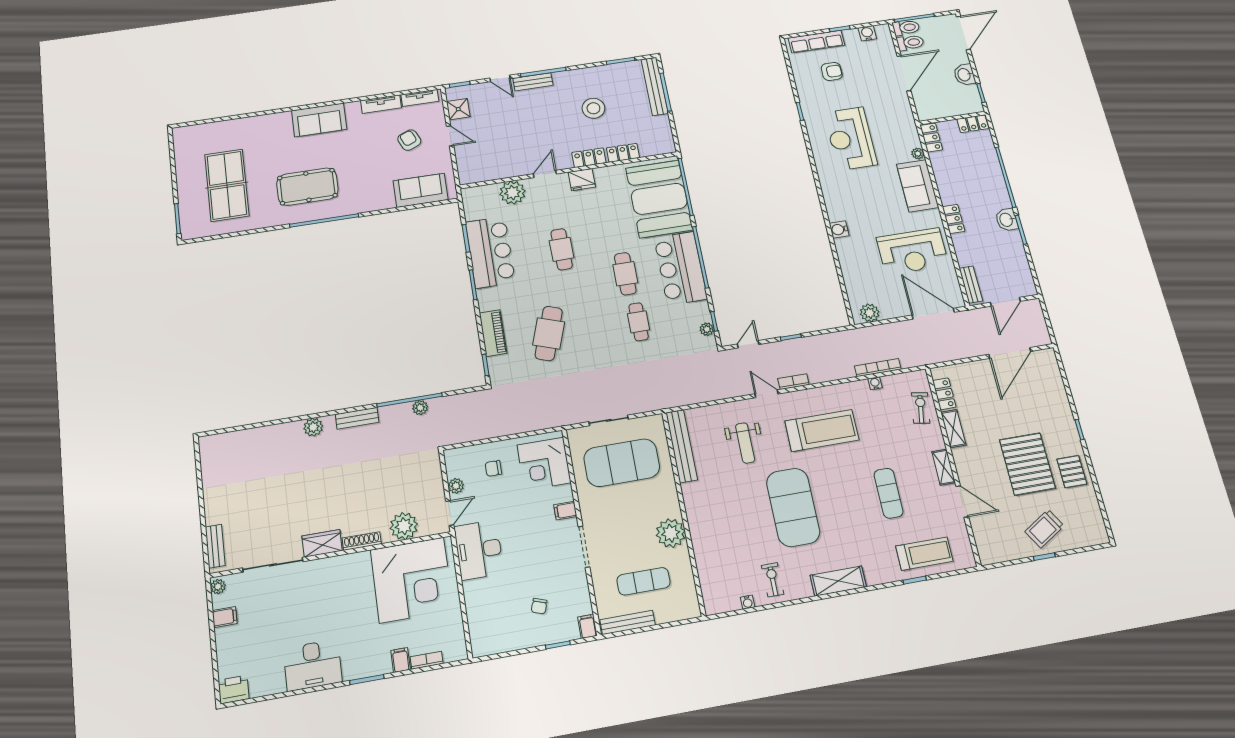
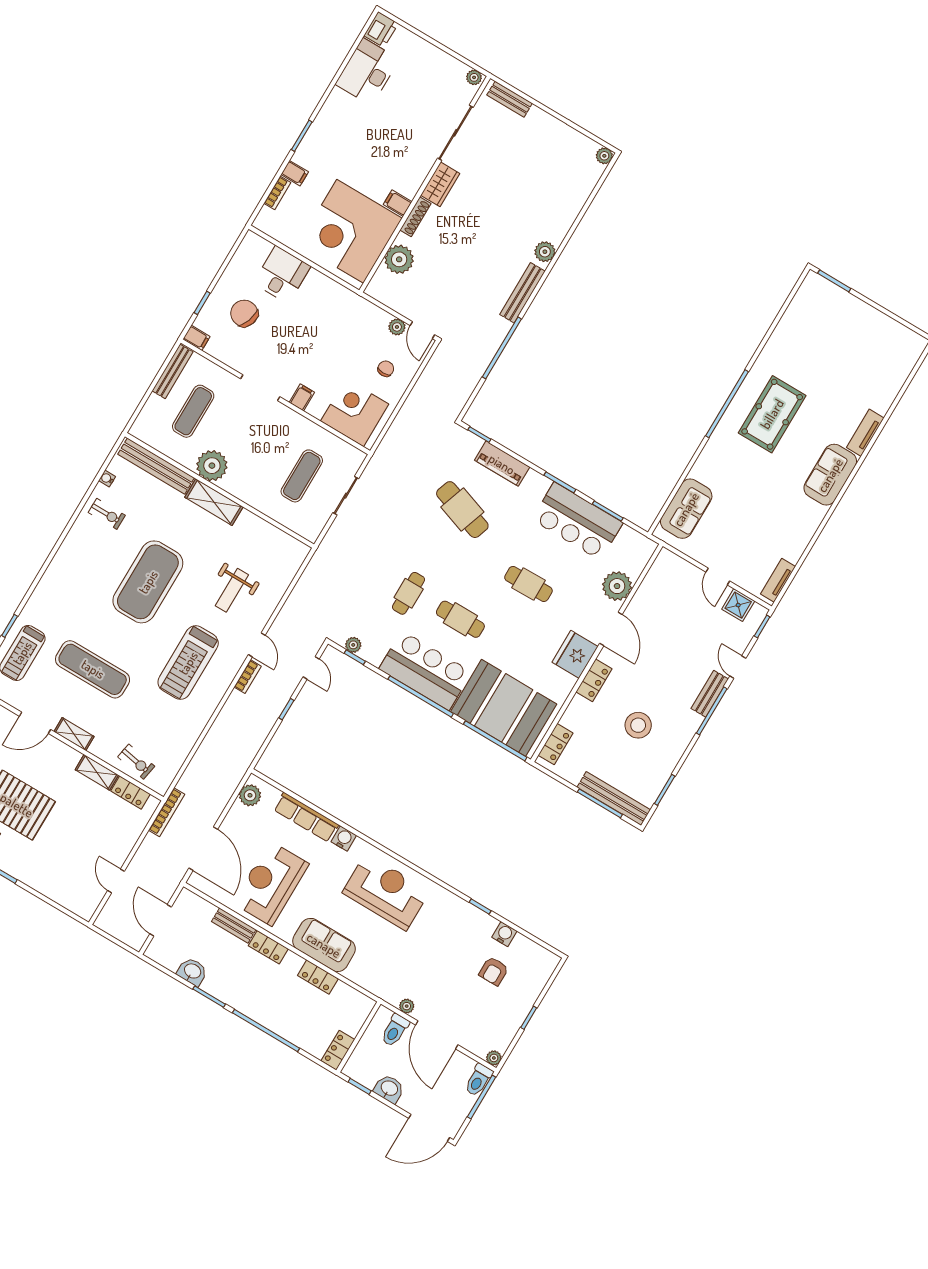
plant: (884, 29) -> (494, 1058), added
water cooler: (867, 33) -> (504, 934), moved, turned -90
door: (963, 33) -> (429, 1128), hinge flipped
row of seats: (816, 42) -> (306, 817), moved, turned -90
toilet: (910, 43) -> (395, 1030), moved
door: (500, 78) -> (738, 667), hinge flipped
tv unit: (381, 104) -> (865, 433), moved
door: (450, 136) -> (718, 577), hinge flipped
locker: (931, 138) -> (318, 977), moved
reception desk: (851, 139) -> (386, 892), moved
armchair: (409, 140) -> (744, 538), removed
locker: (623, 153) -> (556, 744), moved
plant: (918, 154) -> (407, 1006), moved
door: (545, 174) -> (611, 629), width x1.38
fridge: (582, 180) -> (575, 654), width x1.36, depth x1.34
table tennis table: (227, 185) -> (832, 346), removed
washbasin: (1007, 220) -> (192, 972), moved
bench: (971, 285) -> (234, 926), moved
door: (933, 314) -> (203, 849), hinge flipped
cafe table: (639, 322) -> (409, 593), turned 90
door: (1010, 353) -> (116, 881), width x0.53
bookcase: (878, 368) -> (167, 812), moved
water cooler: (875, 383) -> (188, 743), removed
door: (766, 394) -> (257, 645), hinge flipped
plant: (420, 408) -> (604, 156), moved
bench: (357, 418) -> (522, 293), width x1.36
weight bench: (745, 443) -> (232, 590), turned -90
bench: (682, 446) -> (156, 466), moved
exercise mat: (622, 463) -> (302, 476), width x0.50, depth x0.69
exercise mat: (889, 493) -> (93, 669), width x1.36, depth x1.45
exercise mat: (793, 507) -> (148, 582), turned 90
door: (450, 513) -> (422, 330), moved
desk: (479, 550) -> (282, 275), moved, width x0.73
shelving: (838, 581) -> (214, 502), moved, turned 90
chair: (539, 606) -> (244, 313), width x1.87, depth x1.87
filing cabinet: (225, 617) -> (398, 203), moved, turned 90
desk: (313, 665) -> (367, 72), moved

